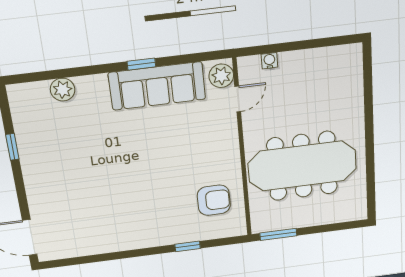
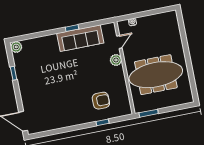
plant: (221, 76) -> (116, 60), moved
plant: (63, 90) -> (16, 47), moved
armchair: (214, 200) -> (101, 101), moved

